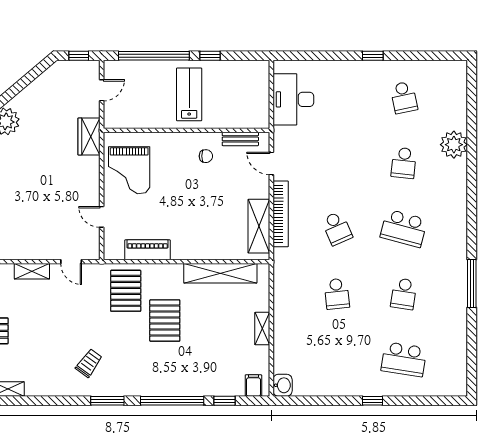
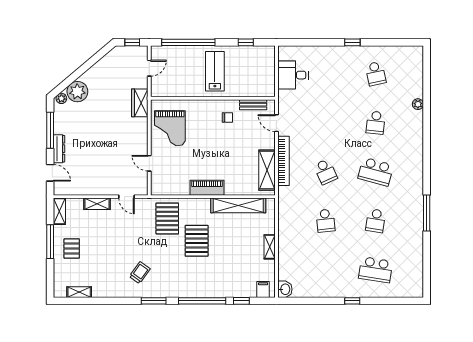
window: (210, 56) -> (246, 42), moved
desk: (293, 99) -> (293, 75), width x0.73
plant: (454, 145) -> (418, 104), width x0.53, depth x0.53
piano: (148, 250) -> (207, 188), moved

